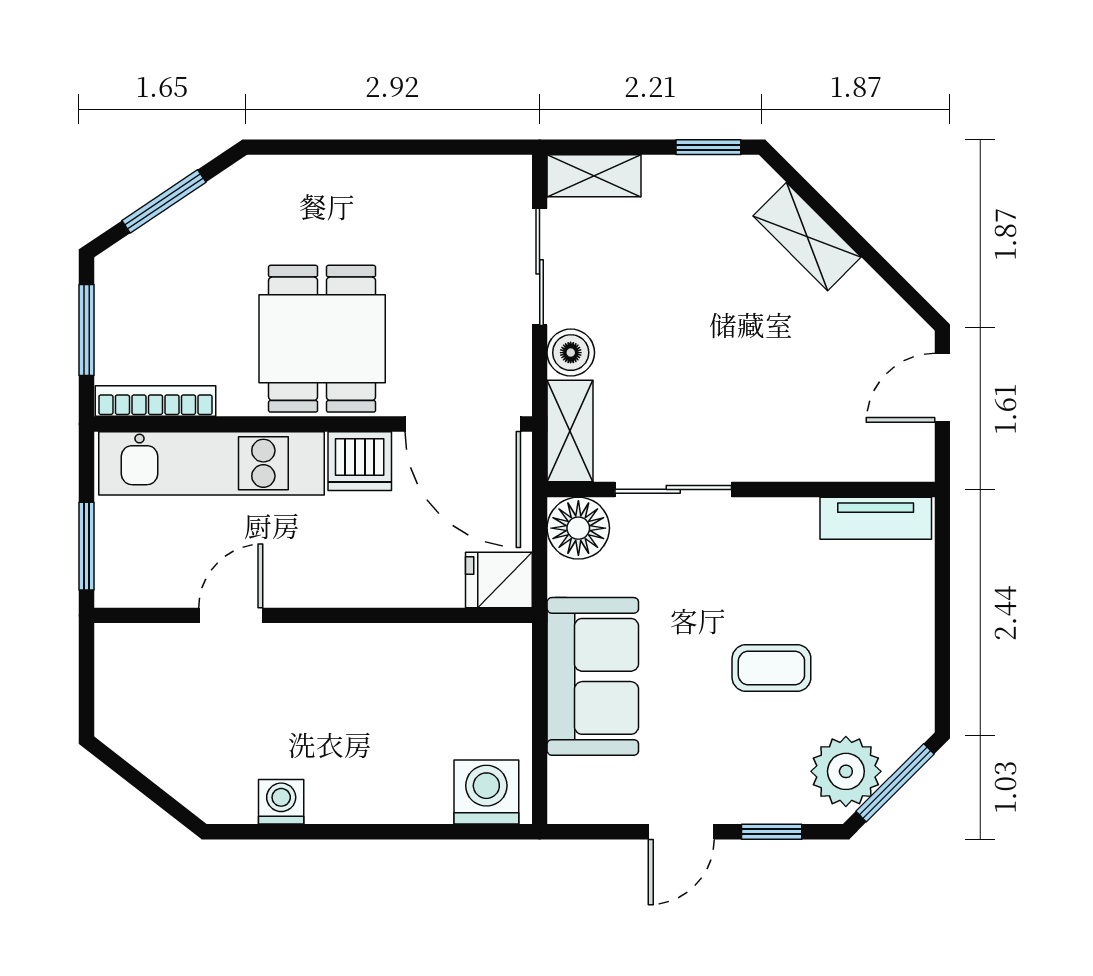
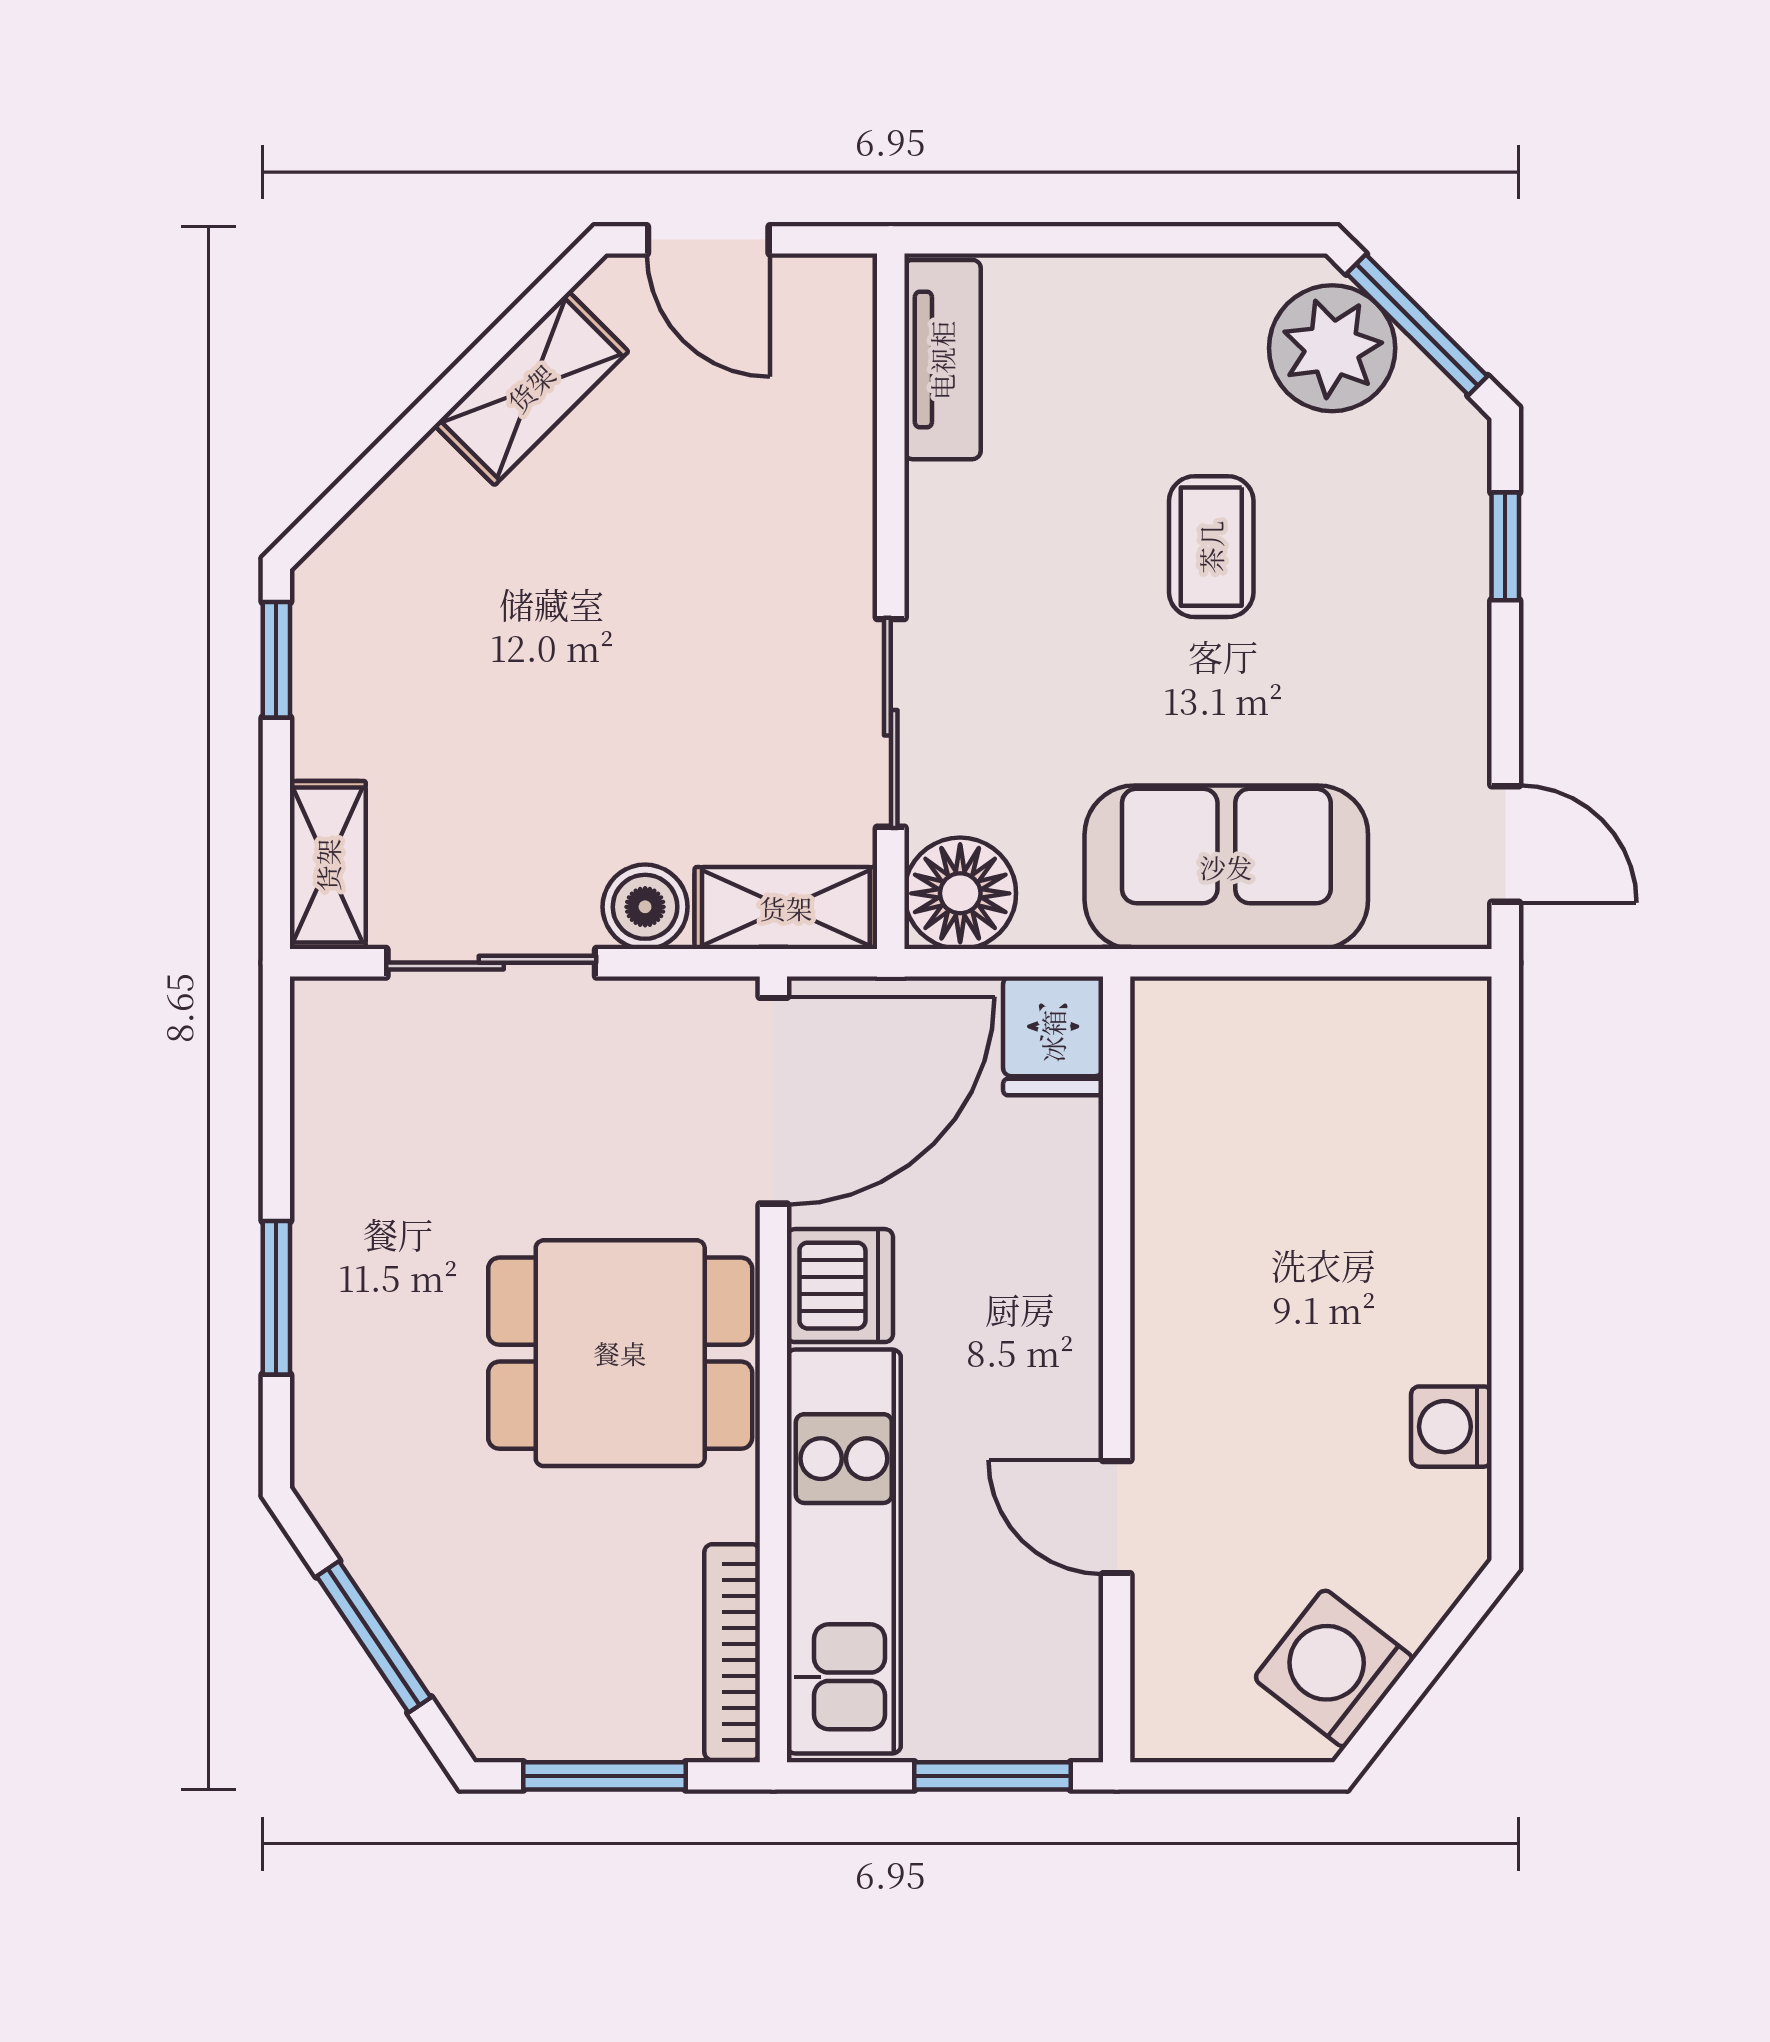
window: (353, 147) -> (276, 1298), added
shelving: (807, 237) -> (531, 388), moved
plant: (846, 771) -> (1332, 348), moved
washing machine: (486, 792) -> (1334, 1668), moved, turned 38
door: (681, 832) -> (1505, 844), moved

